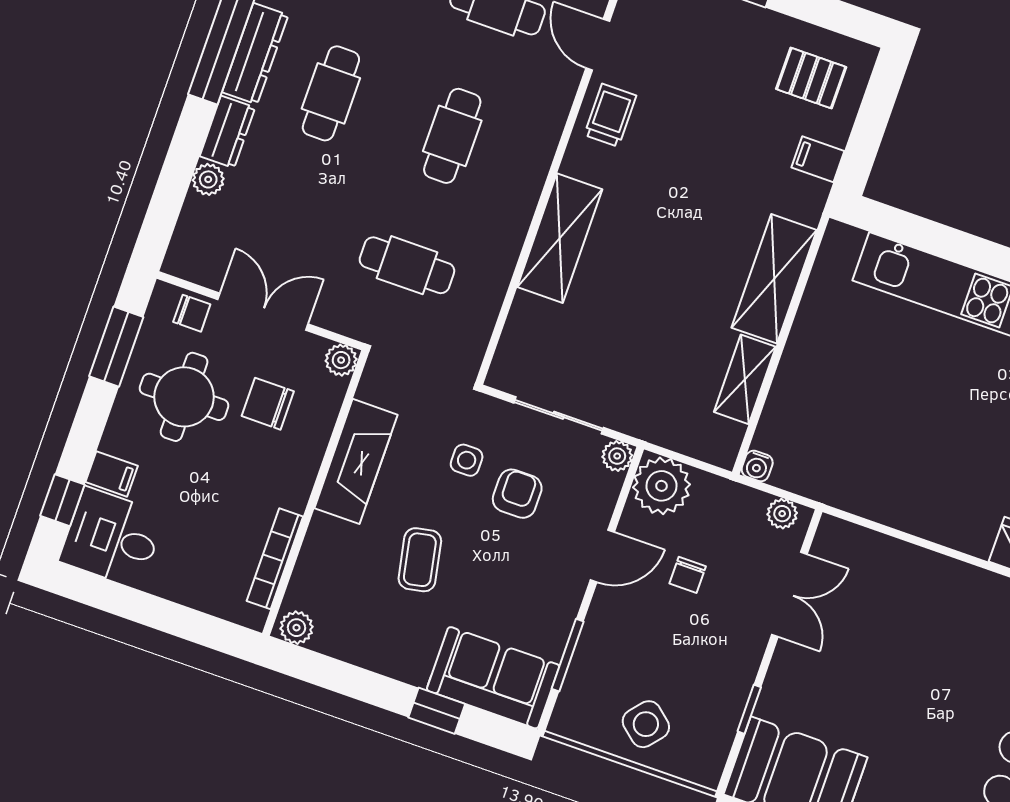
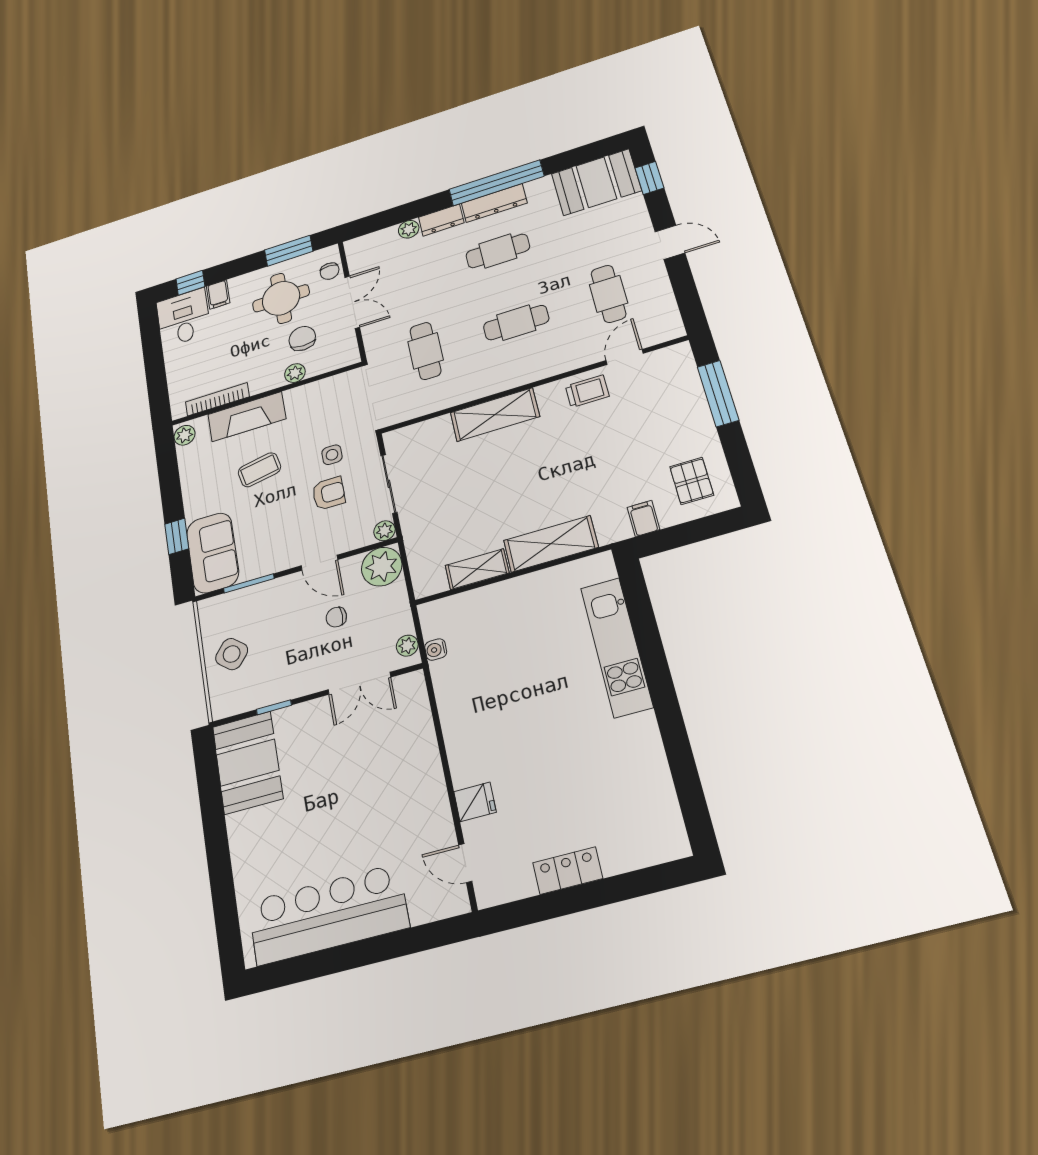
plant: (341, 360) -> (295, 373), moved
fireplace: (356, 461) -> (247, 417), moved
water cooler: (757, 466) -> (436, 650), moved

